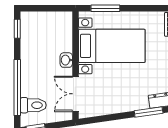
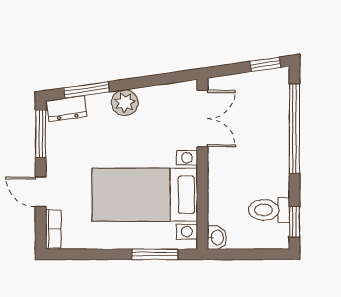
washbasin: (66, 60) -> (217, 238), moved
plant: (124, 104) -> (125, 103), added
toilet: (33, 105) -> (269, 210), moved

